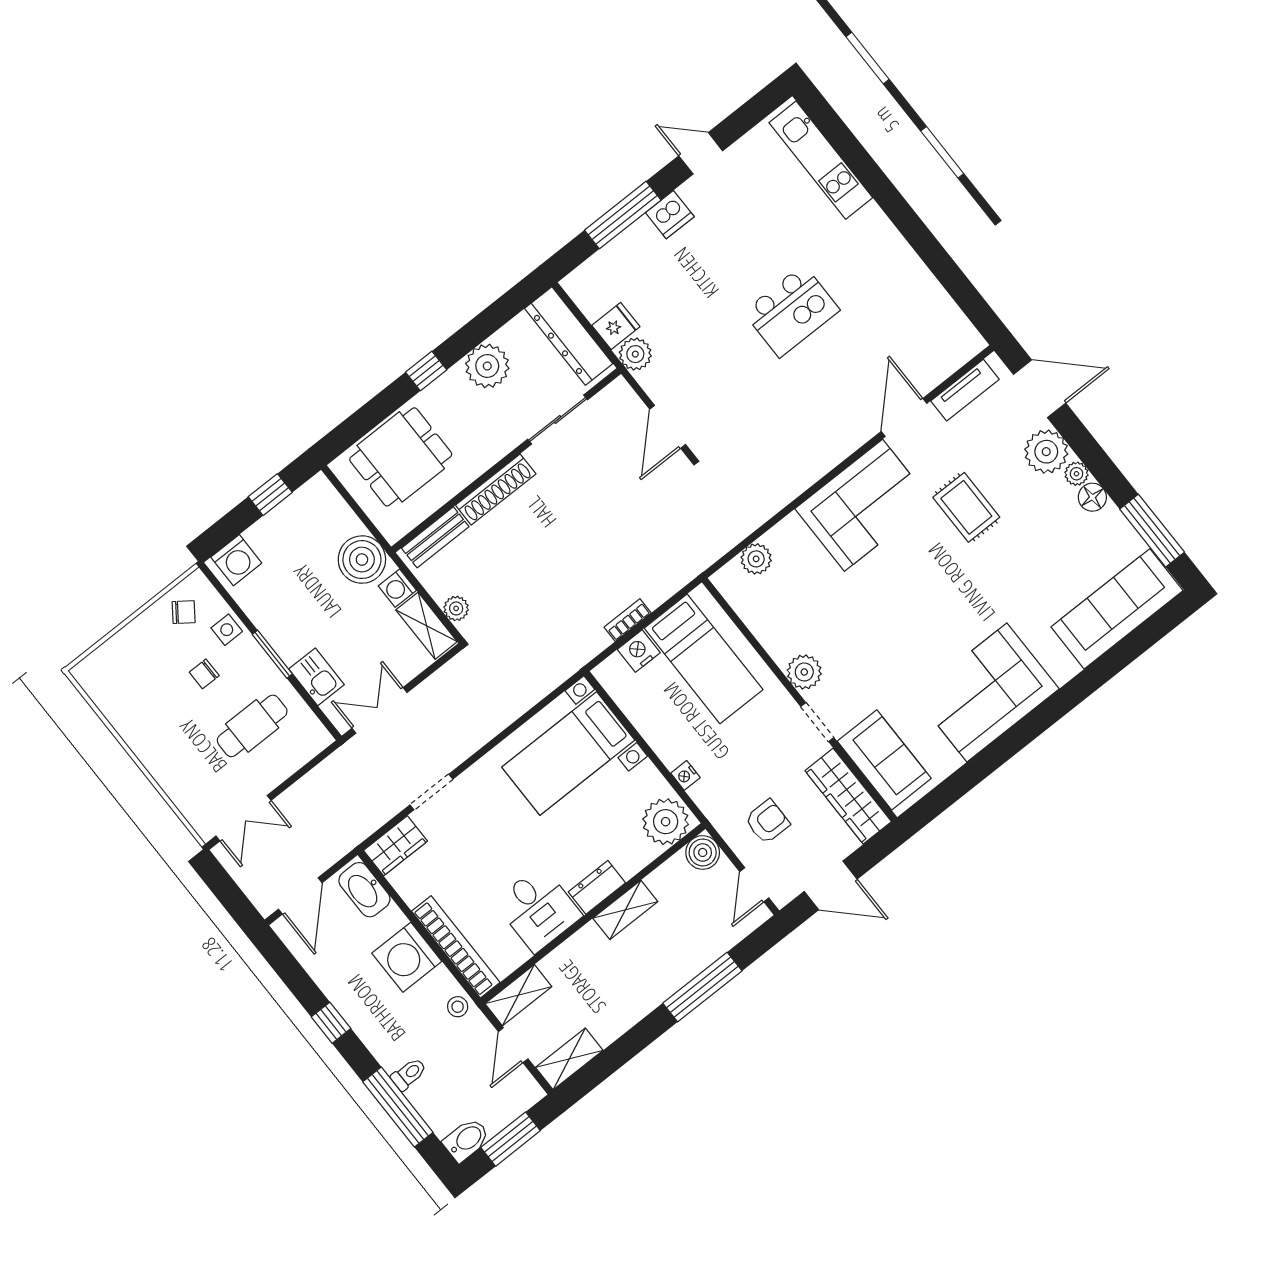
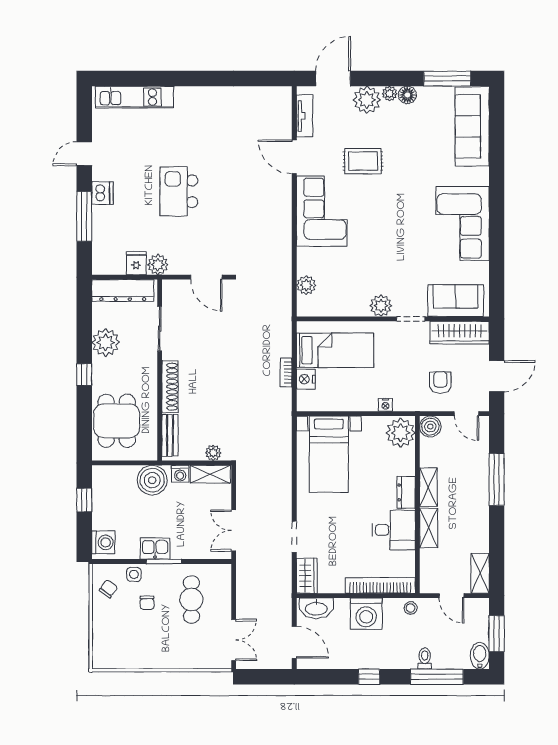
kitchen island: (791, 311) -> (179, 191), moved, turned 180
kitchen sink: (317, 677) -> (155, 549), moved
shelving: (518, 995) -> (429, 528), moved

